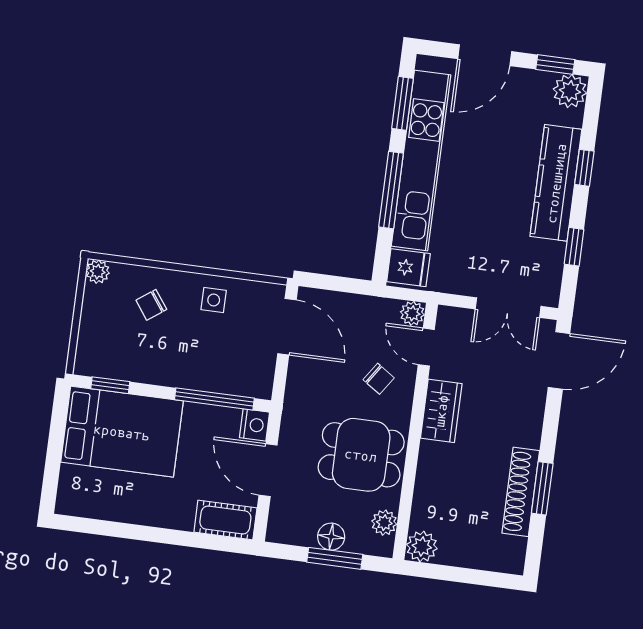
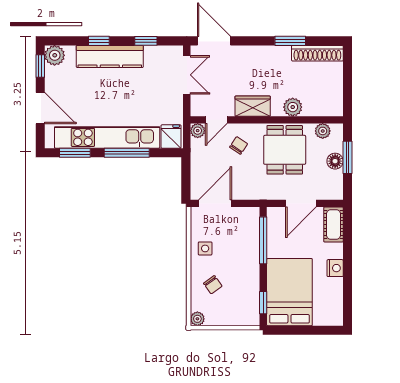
nightstand: (254, 425) -> (335, 268), moved, turned 90
shoe rack: (521, 492) -> (317, 53), moved
plant: (422, 546) -> (293, 107), moved

